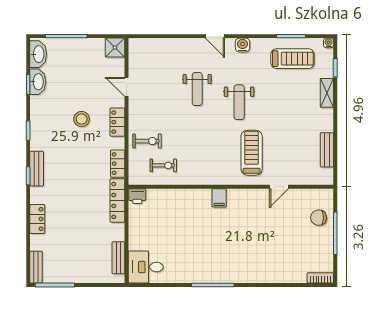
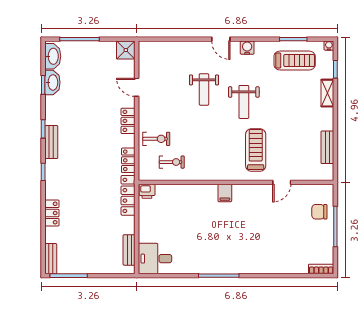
stool: (82, 119) -> (94, 118), removed
bench: (37, 169) -> (51, 142), moved

